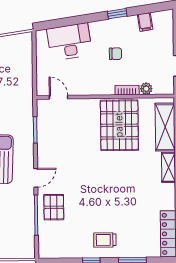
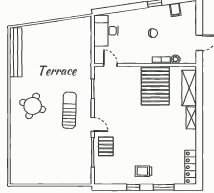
desk: (70, 42) -> (106, 31), moved, turned -82
door: (36, 178) -> (93, 124), hinge flipped

